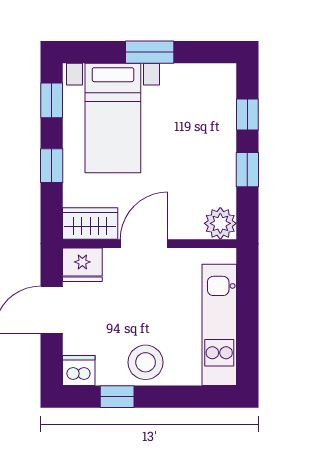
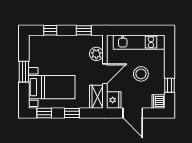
window: (247, 170) -> (84, 30), moved
plant: (220, 223) -> (96, 54), moved
door: (144, 244) -> (105, 74), swing flipped
stool: (146, 362) -> (141, 74), moved

